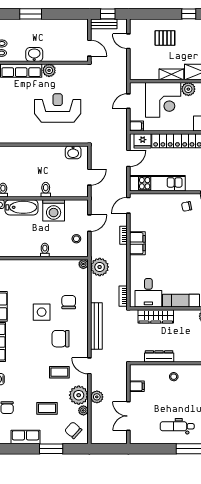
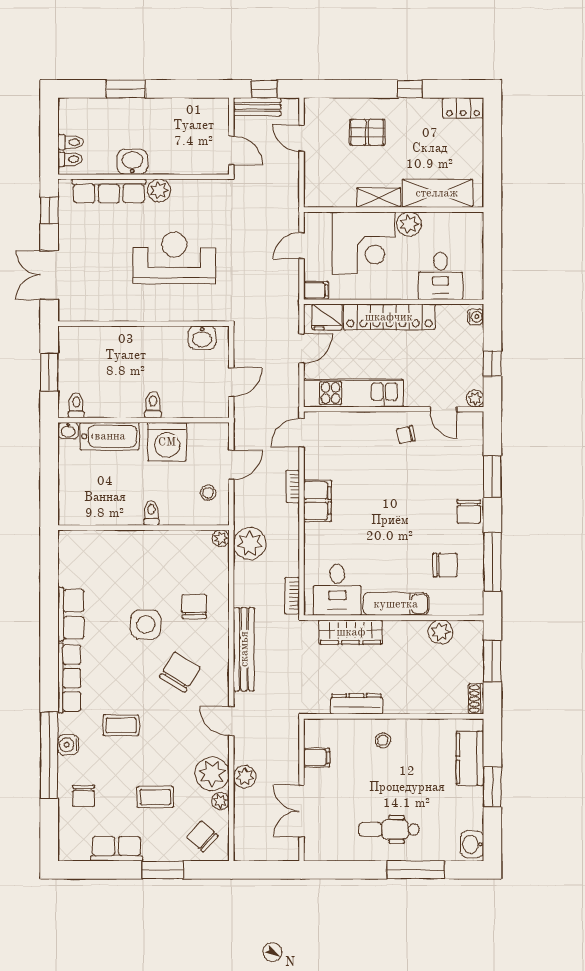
chair: (61, 339) -> (180, 672), turned 121
coffee table: (59, 372) -> (121, 725), moved

